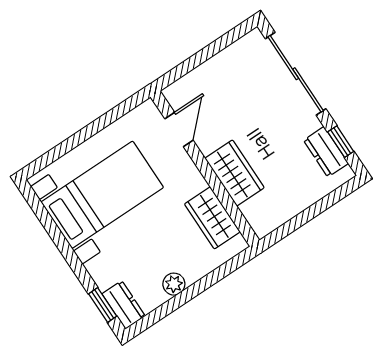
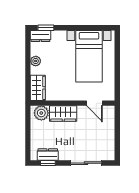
sliding door: (296, 74) -> (86, 163), width x0.73
plant: (260, 212) -> (41, 113), added
wardrobe: (212, 218) -> (38, 88), moved, turned 90

